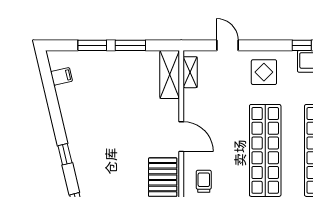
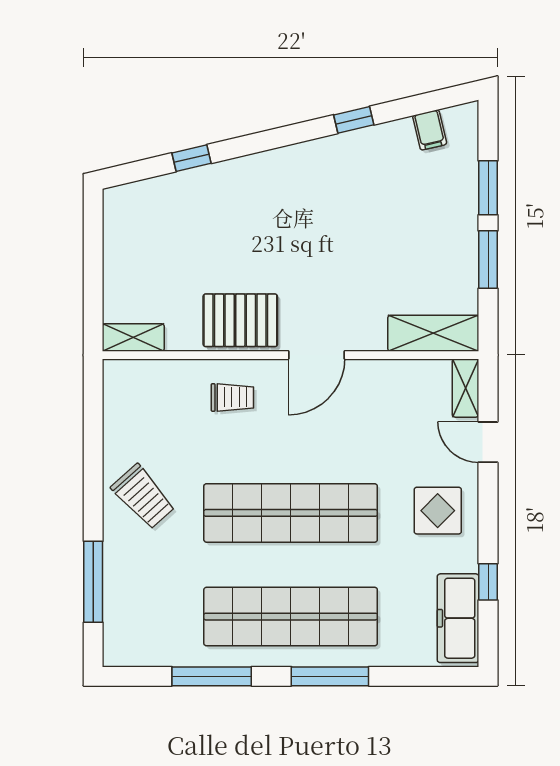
door: (228, 45) -> (488, 442), swing flipped
shelving: (190, 72) -> (466, 388), moved, turned 90
window: (65, 154) -> (354, 120), moved

